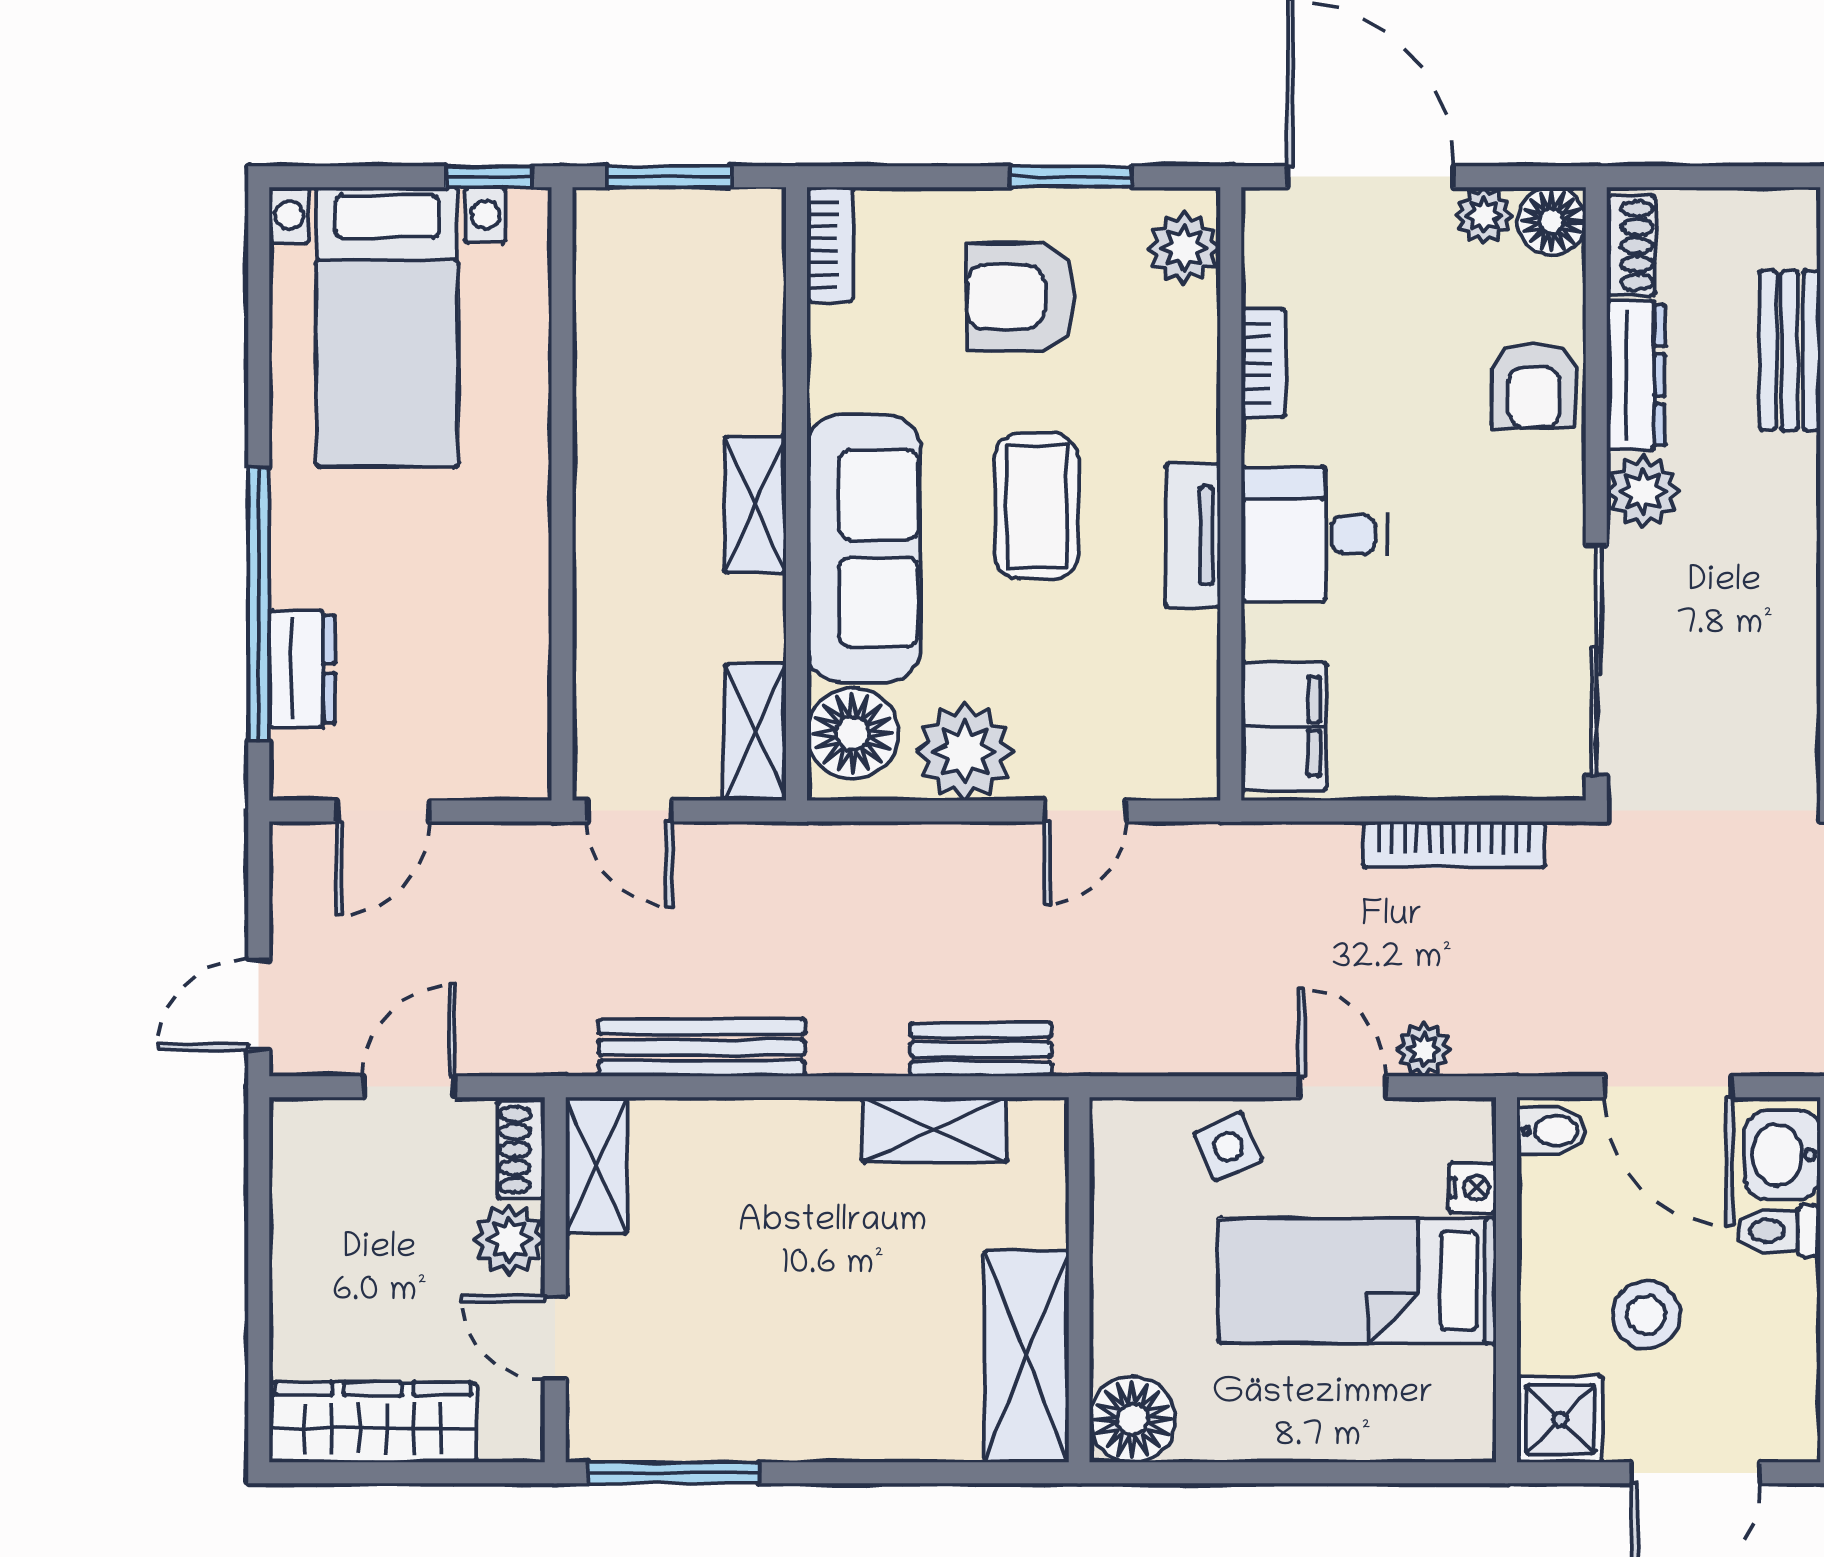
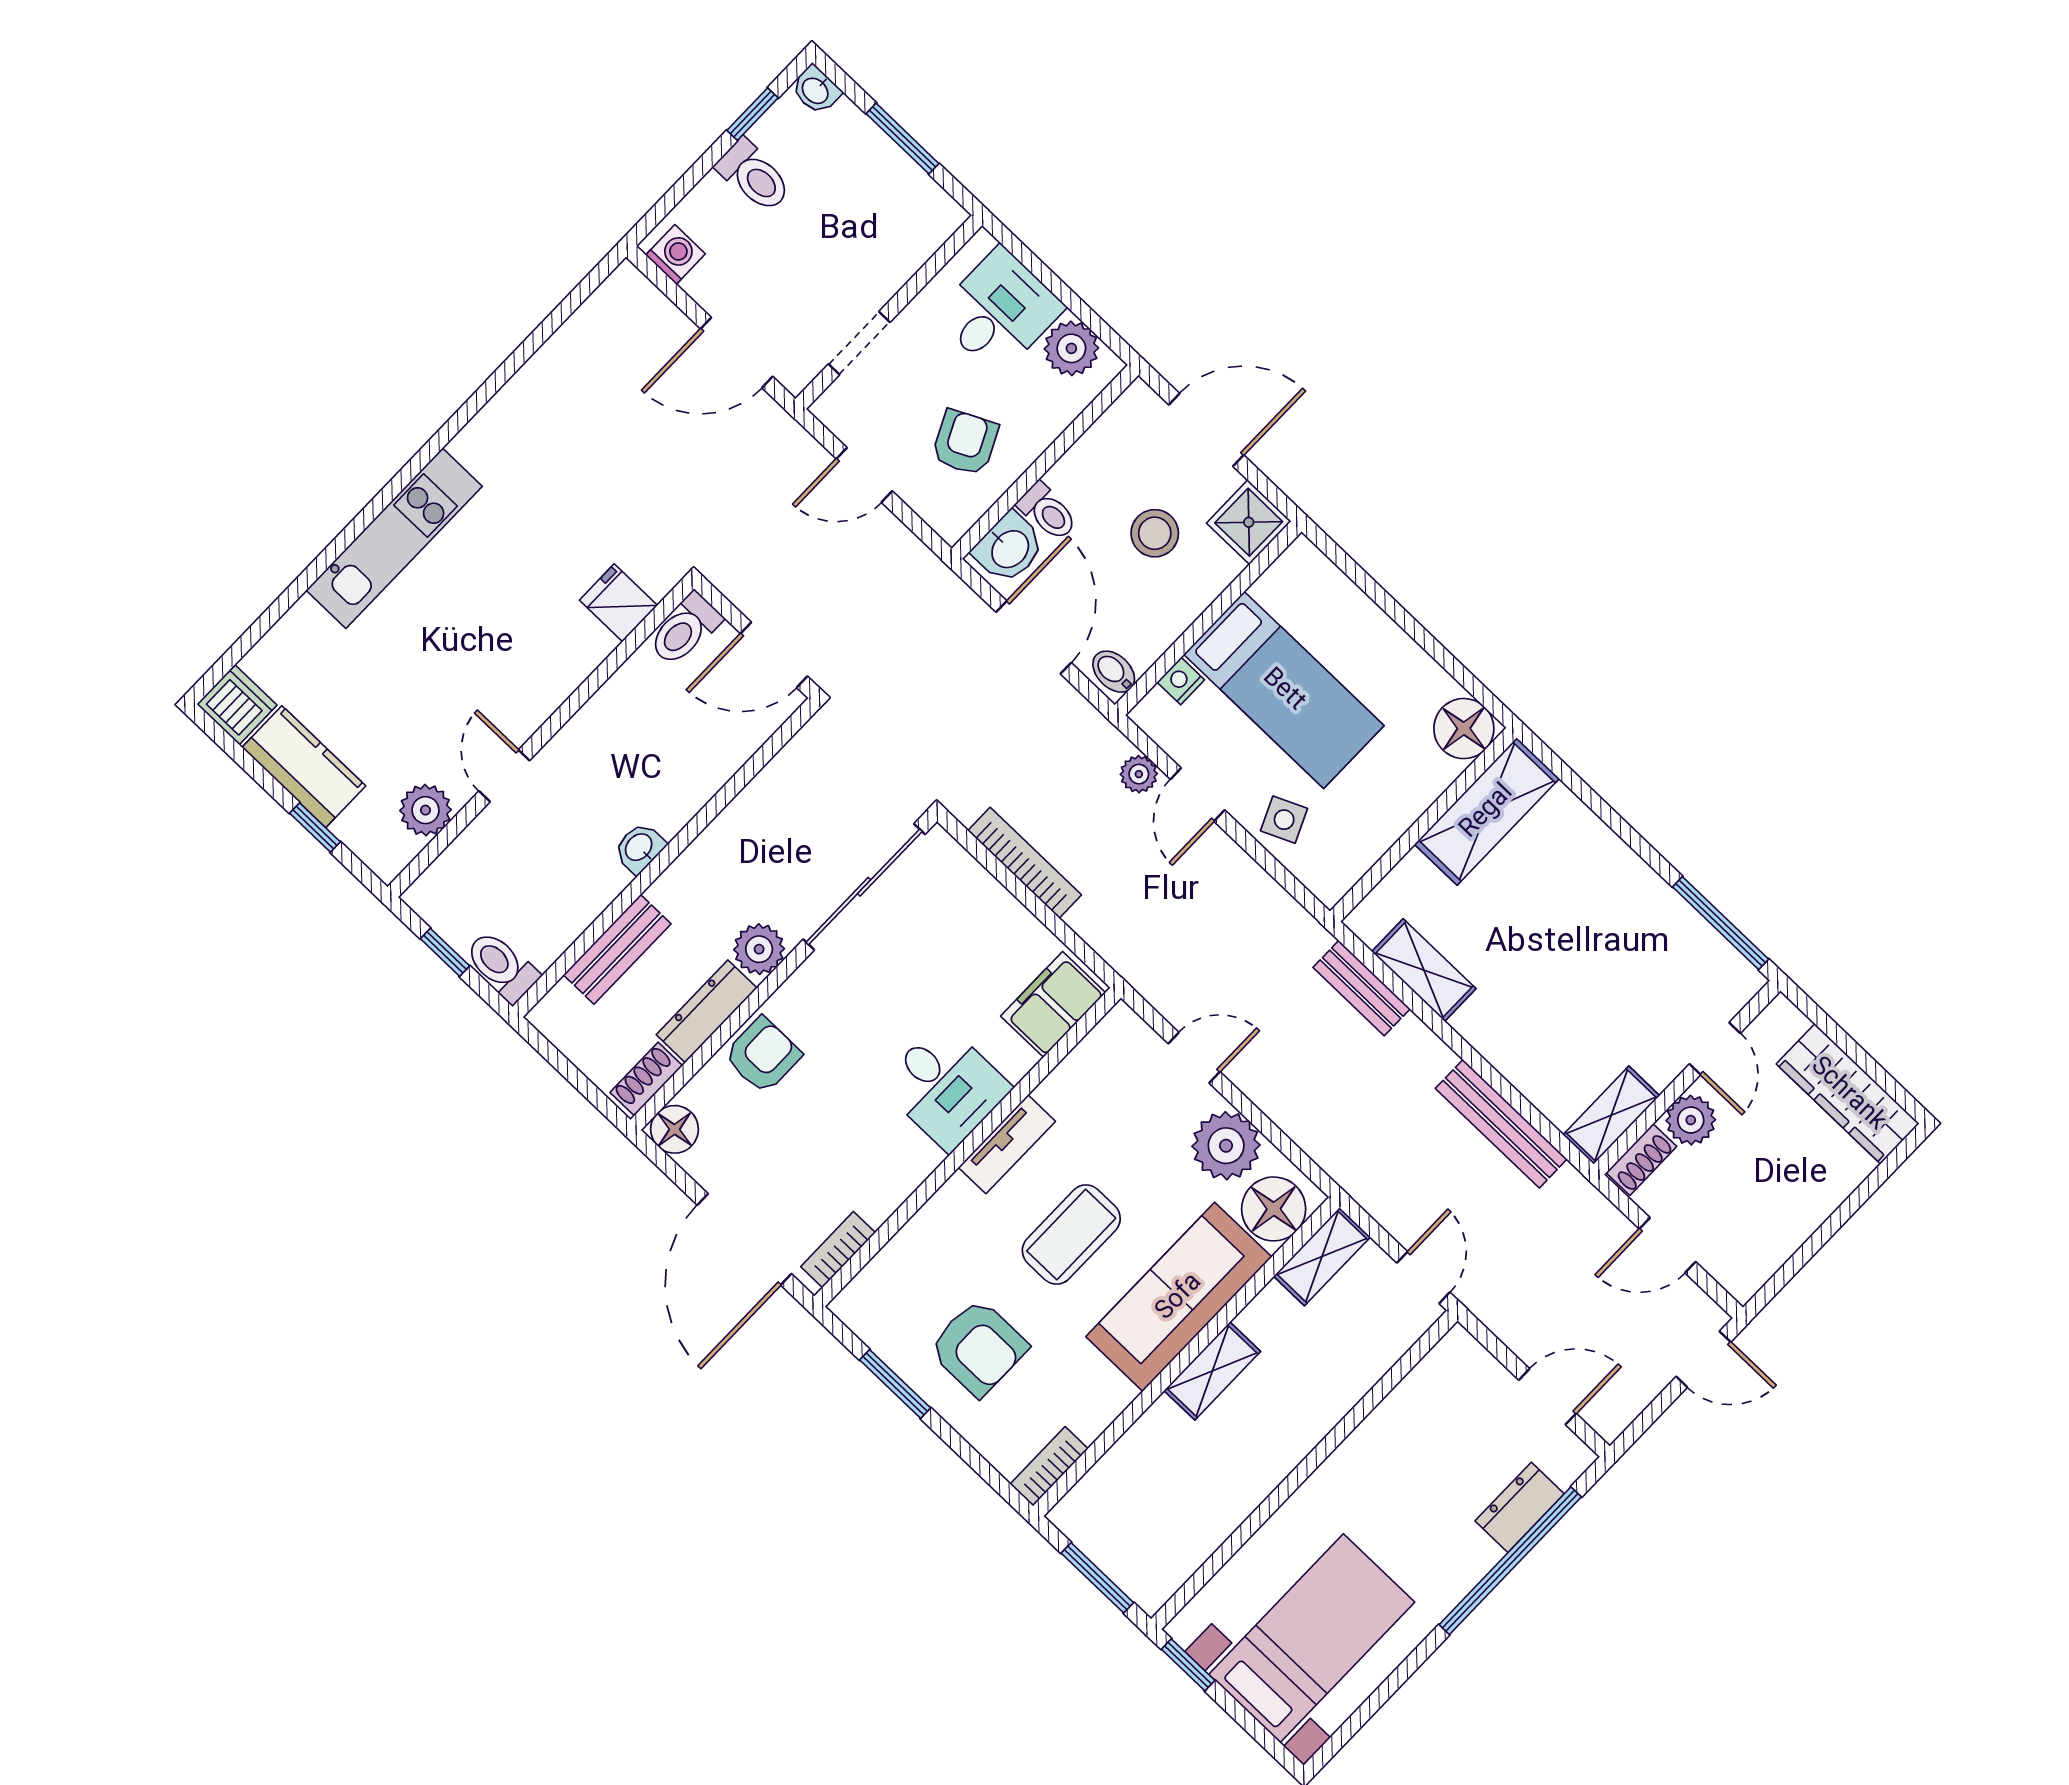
plant: (1484, 215) -> (706, 1165), removed
plant: (1184, 248) -> (872, 1293), removed
bookcase: (1263, 363) -> (838, 1250), moved

